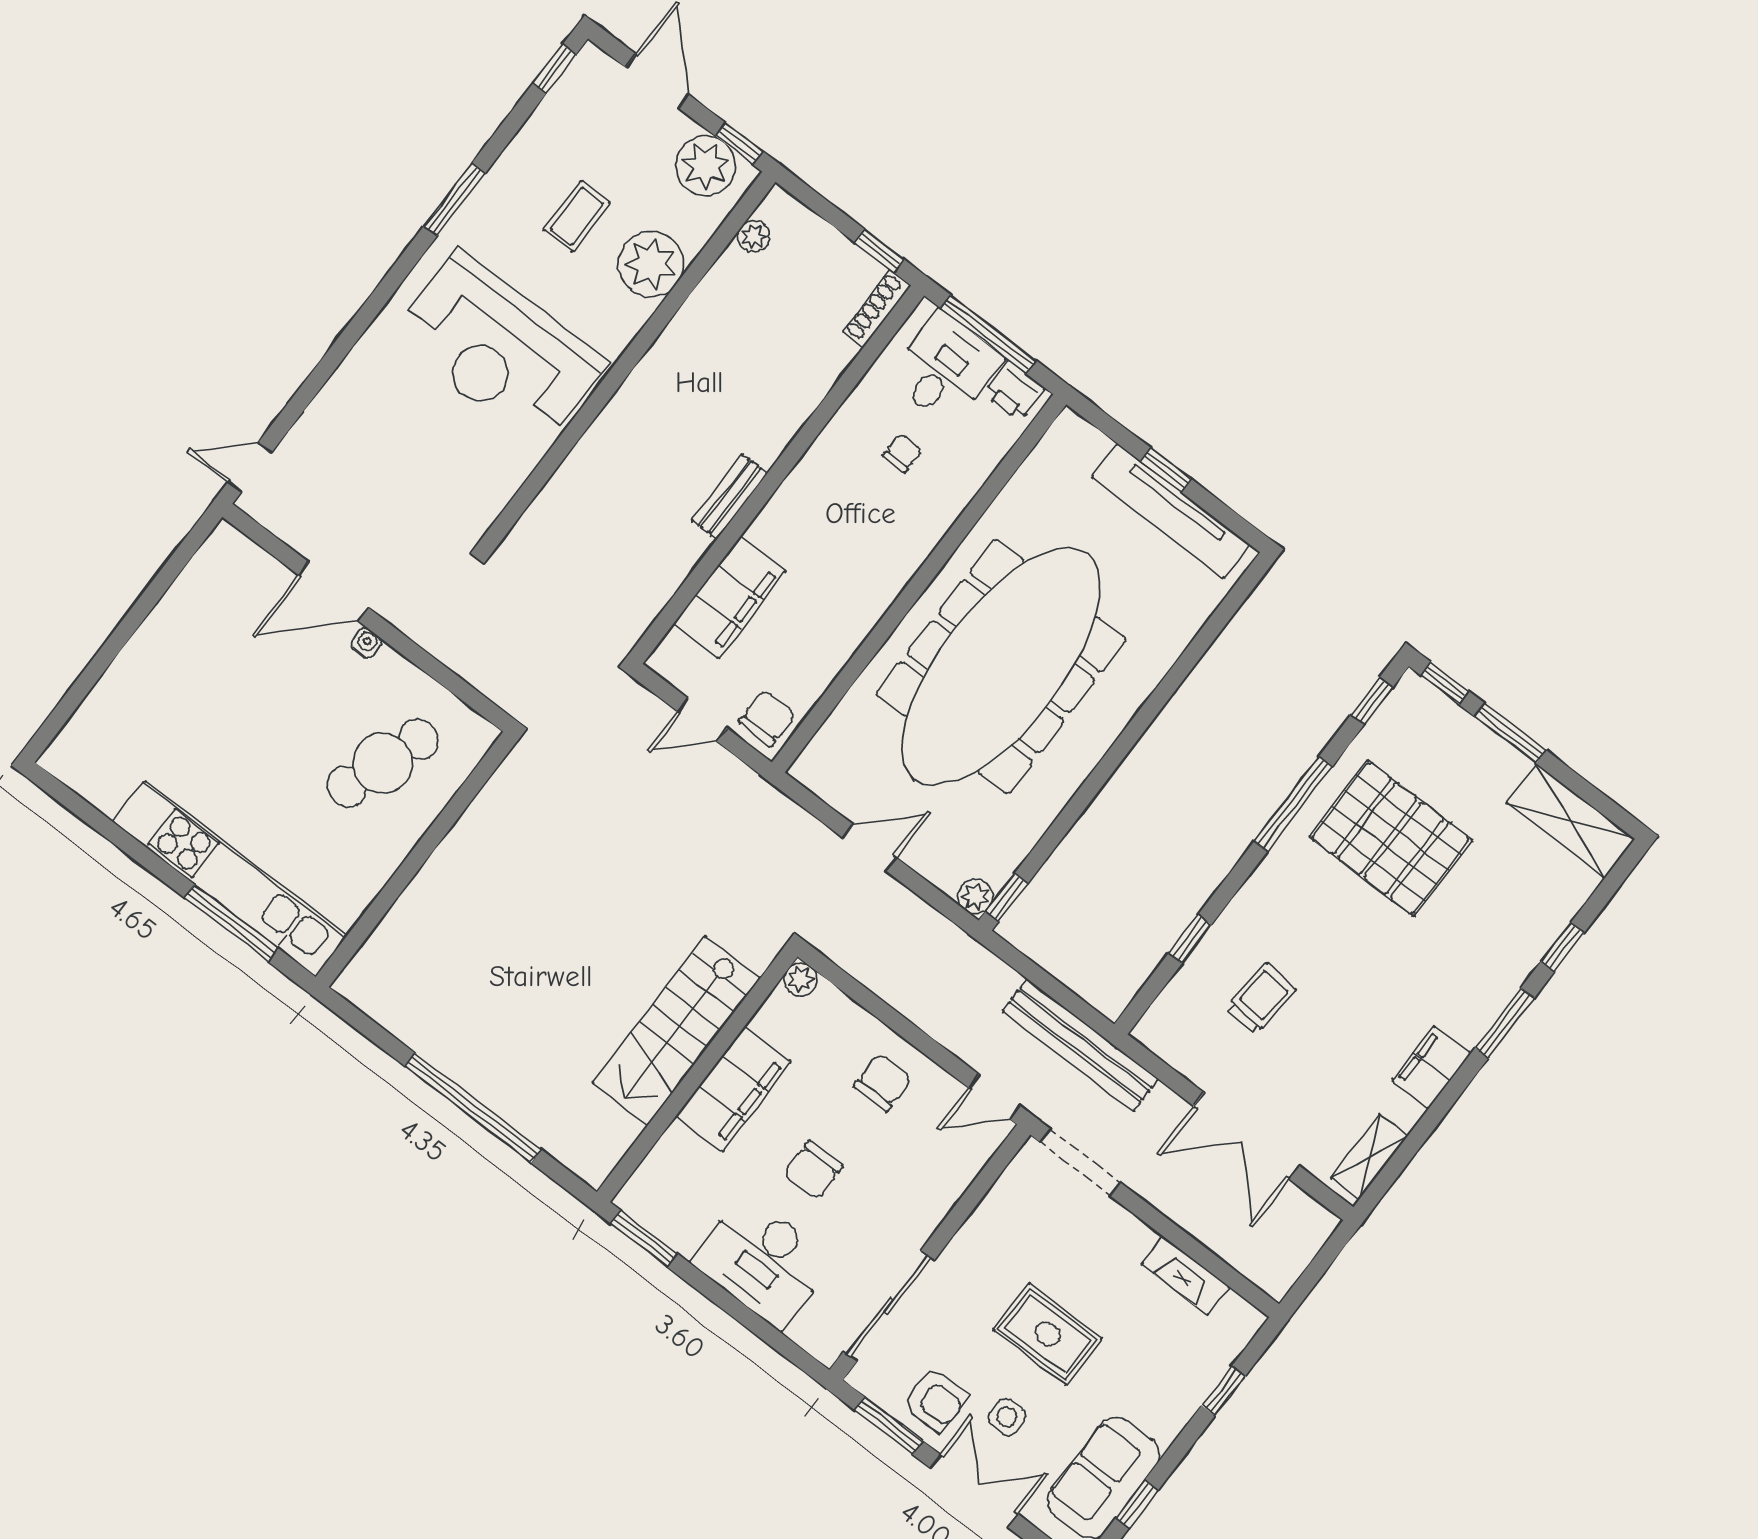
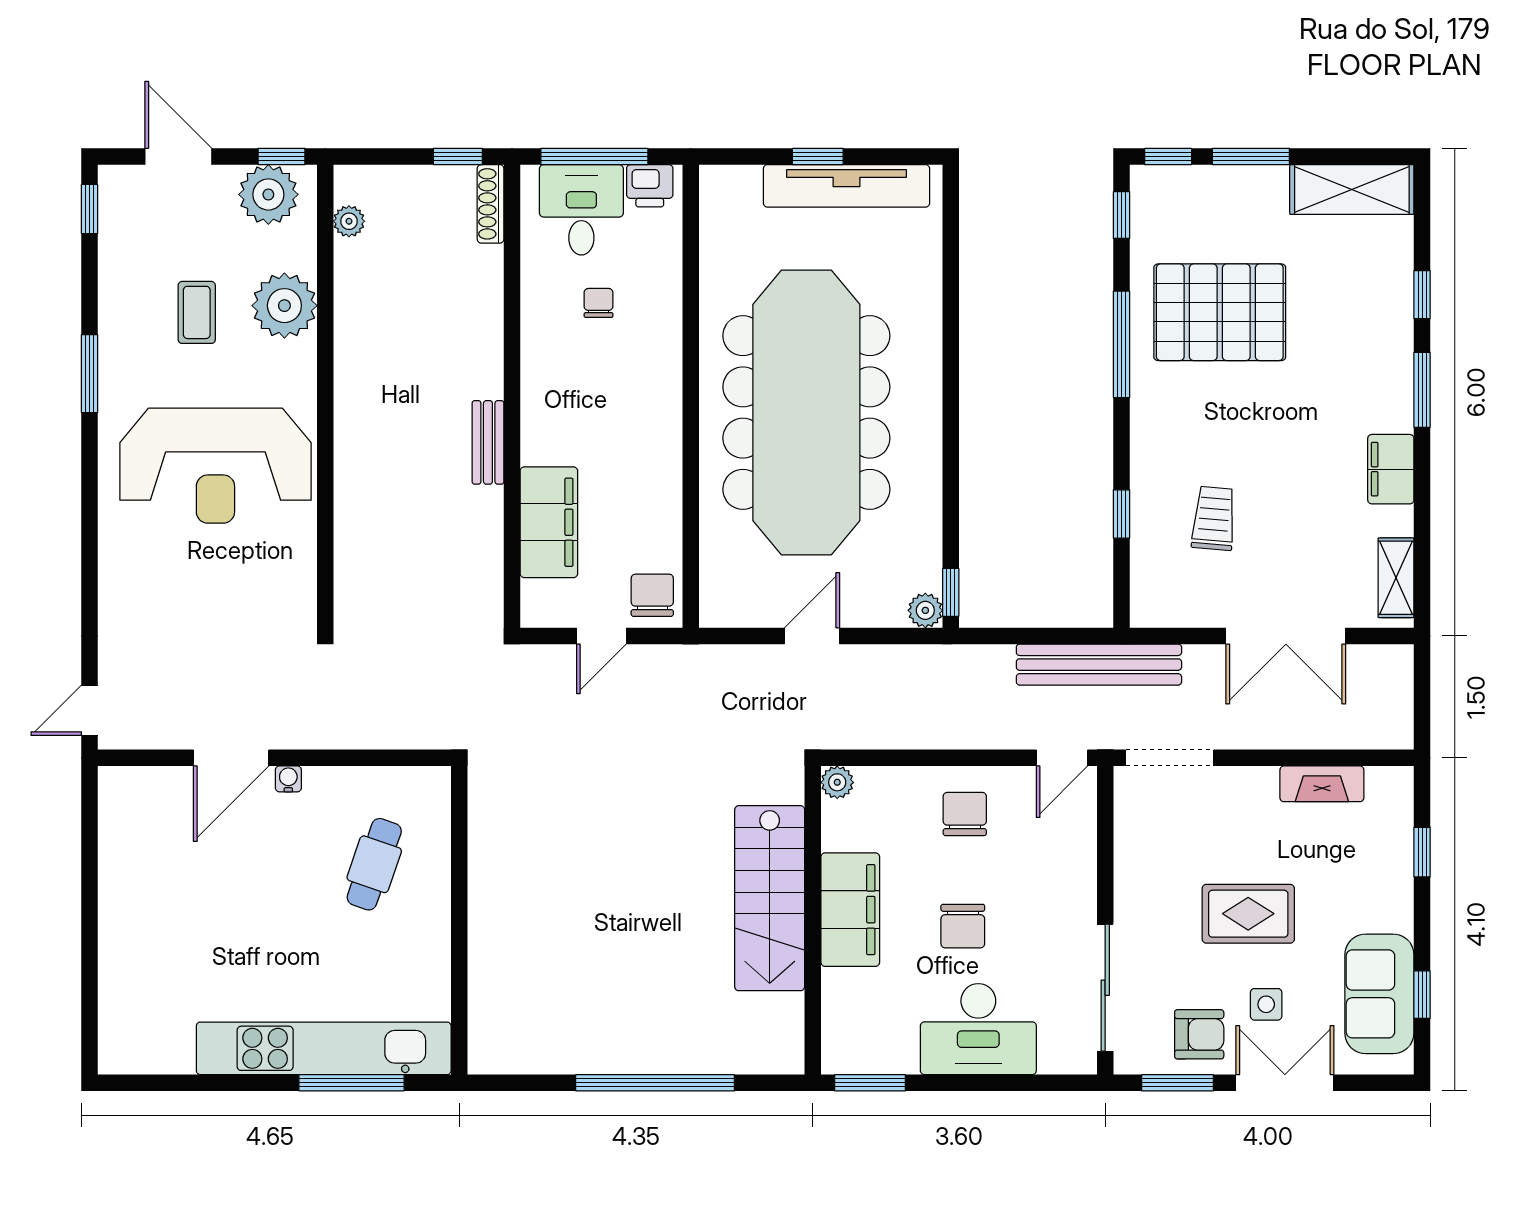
cafe table: (383, 763) -> (374, 864), width x0.73, depth x0.74

